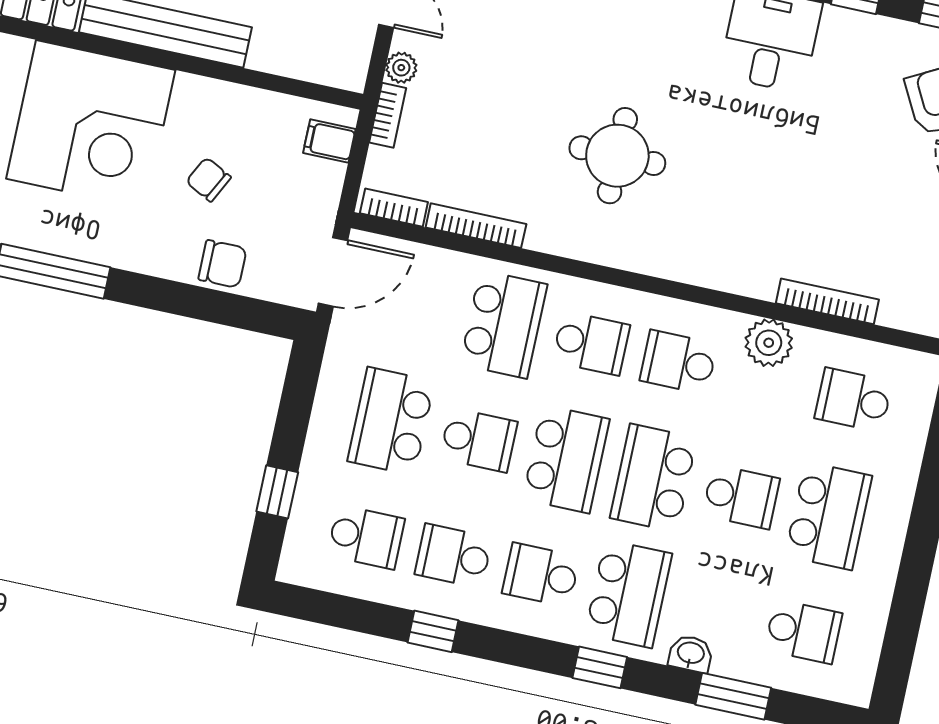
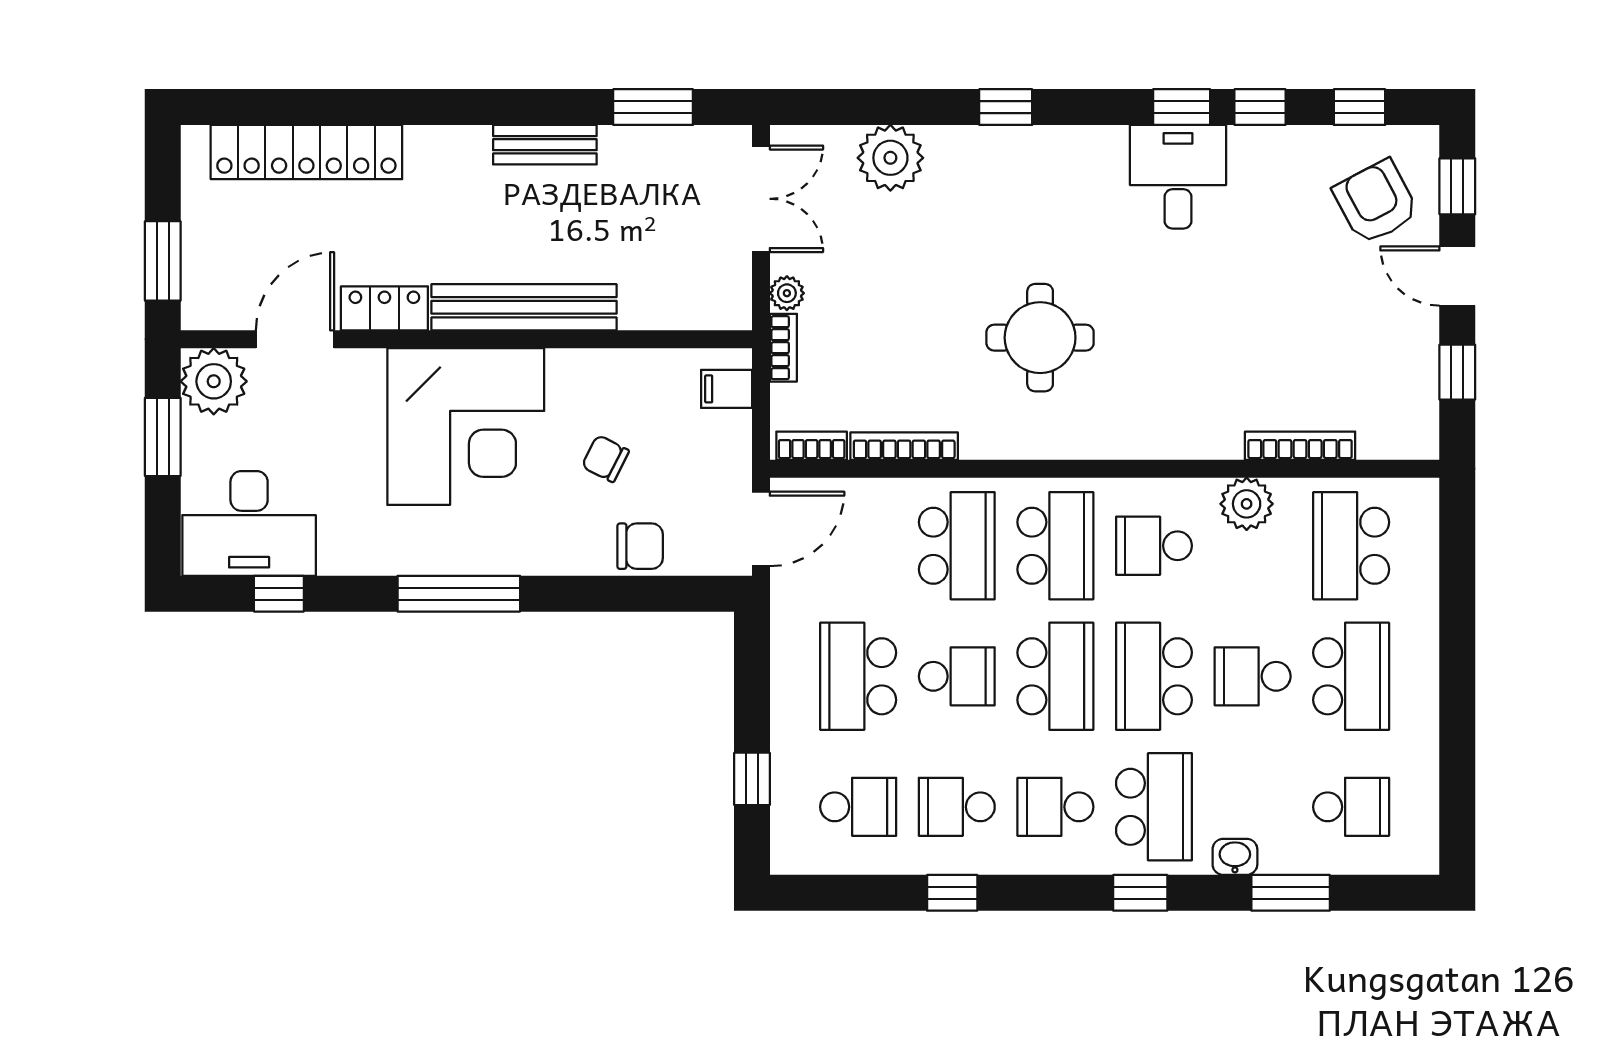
school desk: (591, 343) -> (1055, 546), width x1.85
school desk: (853, 400) -> (1351, 546), width x1.85
school desk: (741, 497) -> (1253, 676), turned 180

